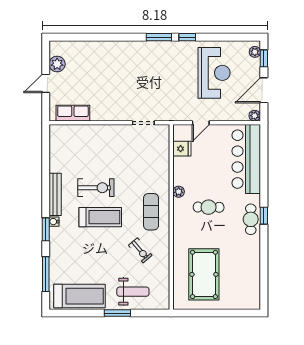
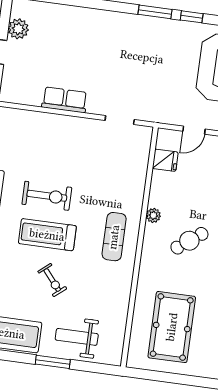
row of seats: (73, 113) -> (65, 100), moved
cafe table: (209, 207) -> (189, 241), turned -38
treadmill: (100, 217) -> (47, 235), turned 180
exercise bike: (140, 250) -> (52, 280), moved
weight bench: (133, 292) -> (77, 337), turned 180

